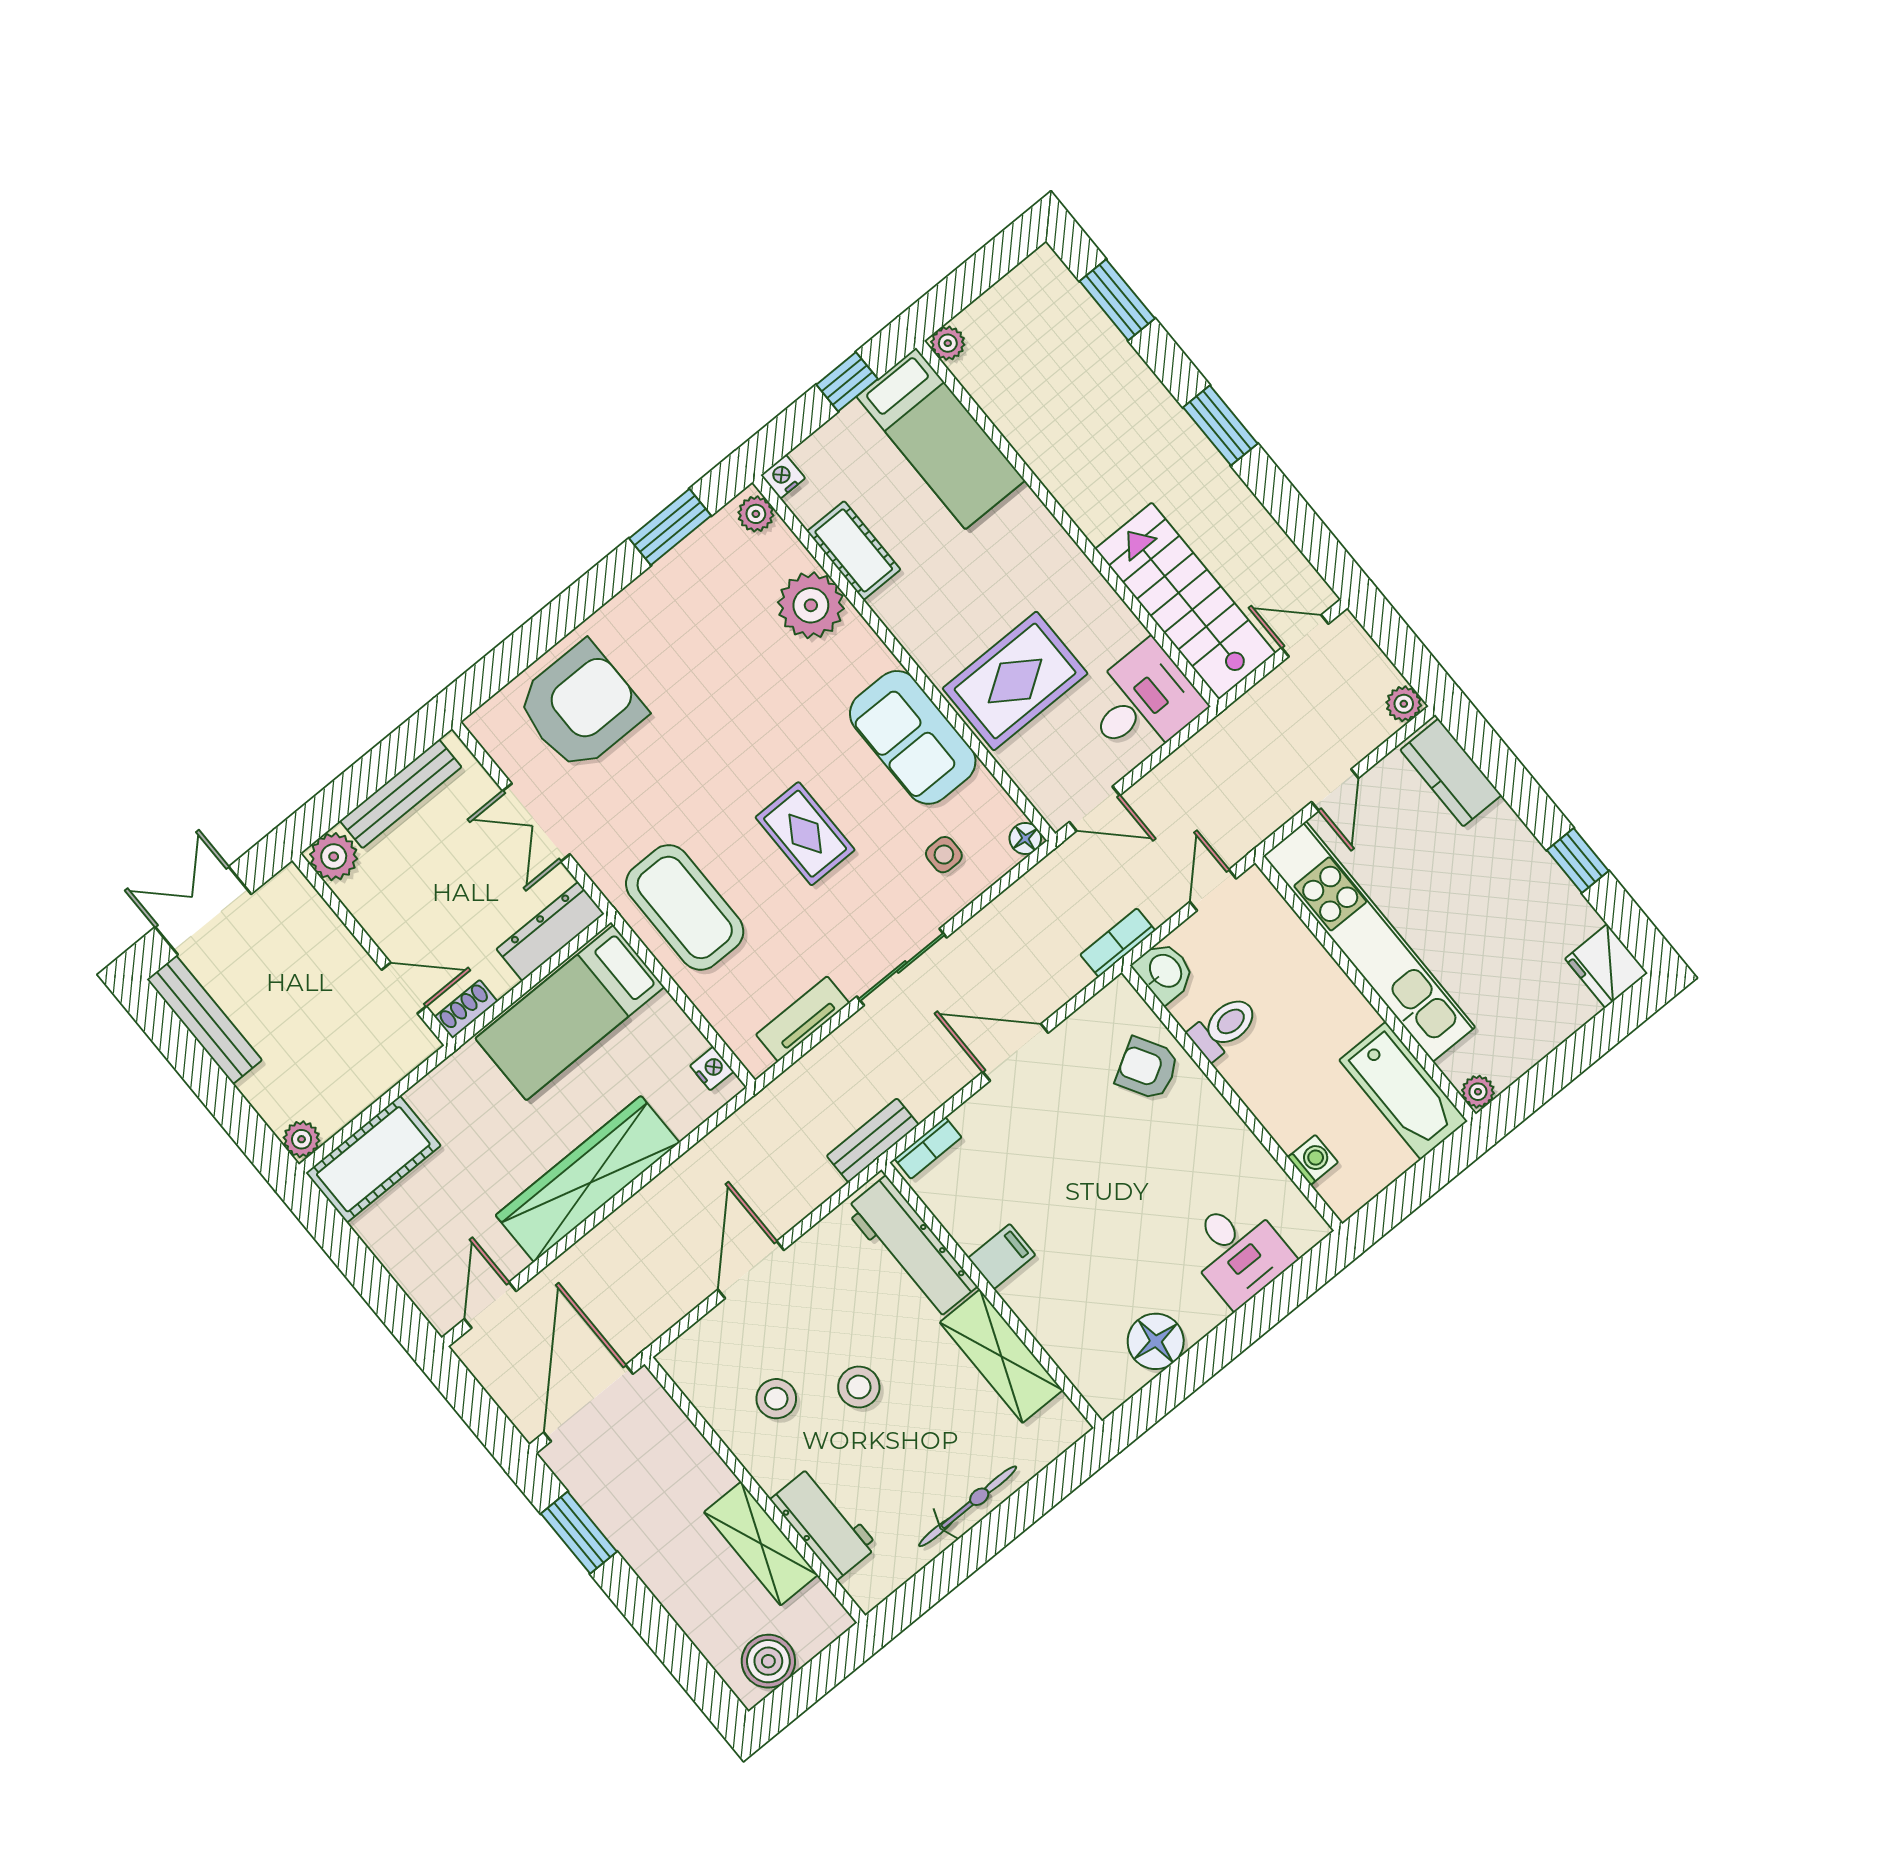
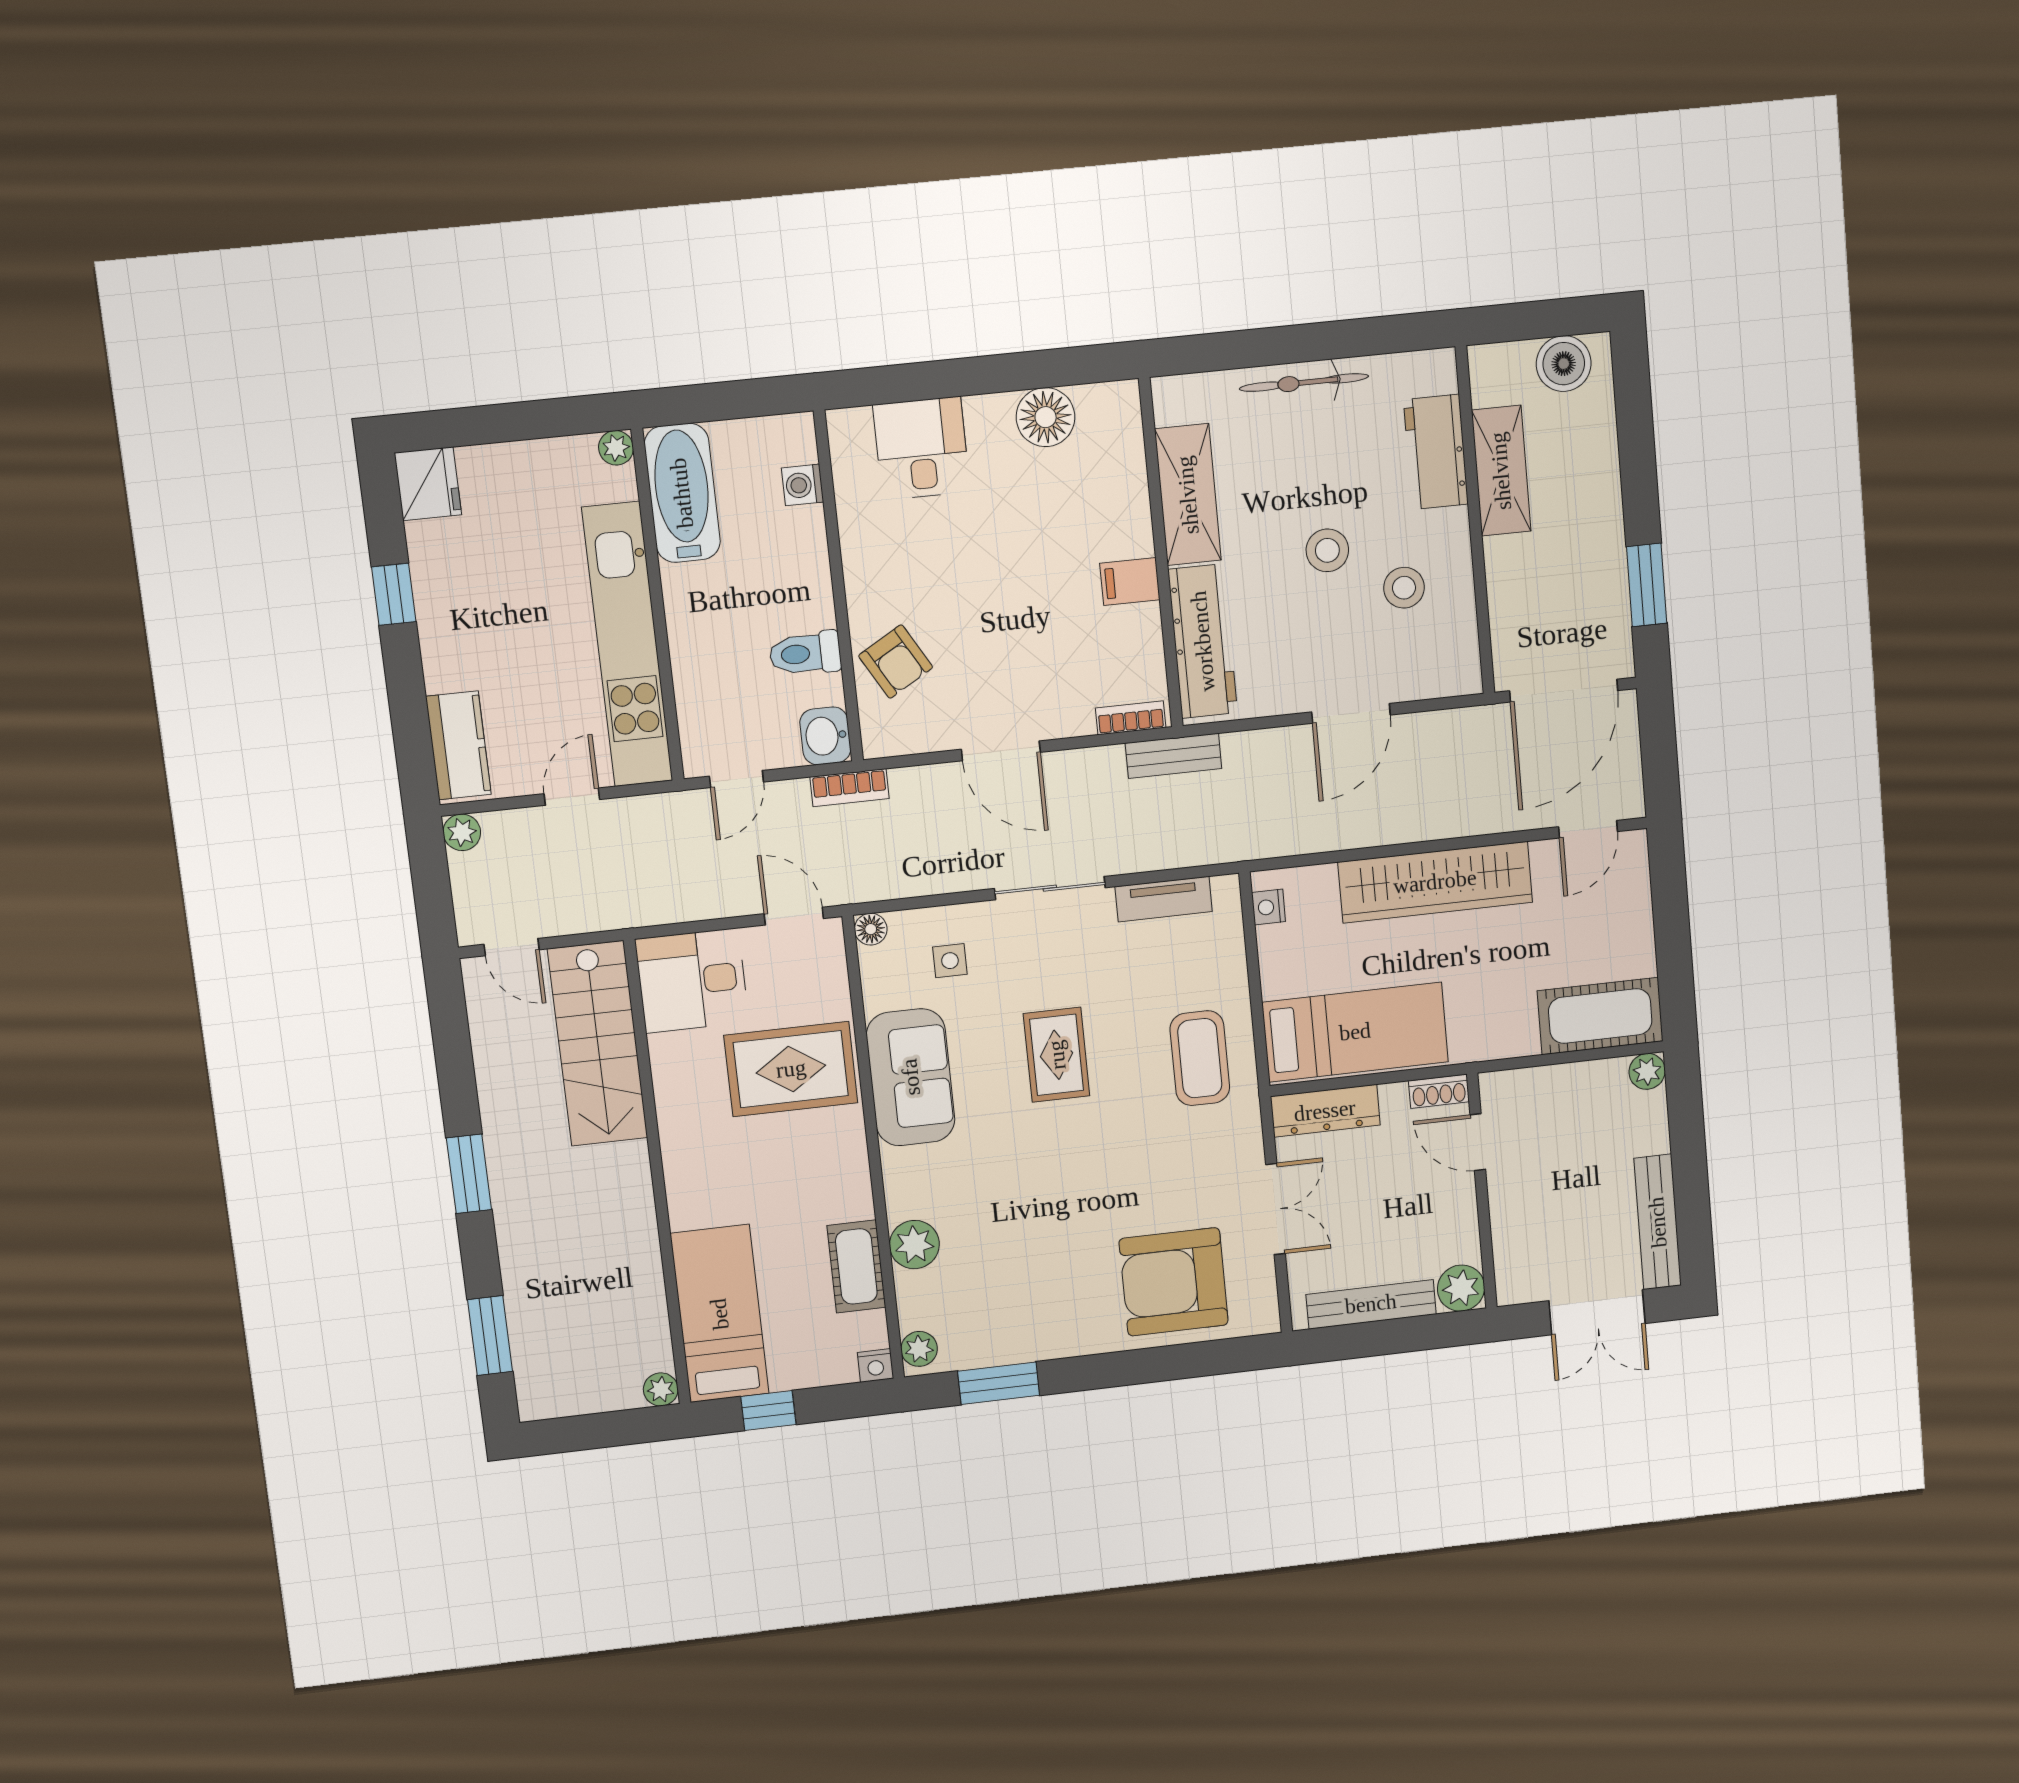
plant: (811, 605) -> (914, 1245), width x0.73, depth x0.73
coffee table: (685, 907) -> (1200, 1058), width x0.73, depth x0.76

